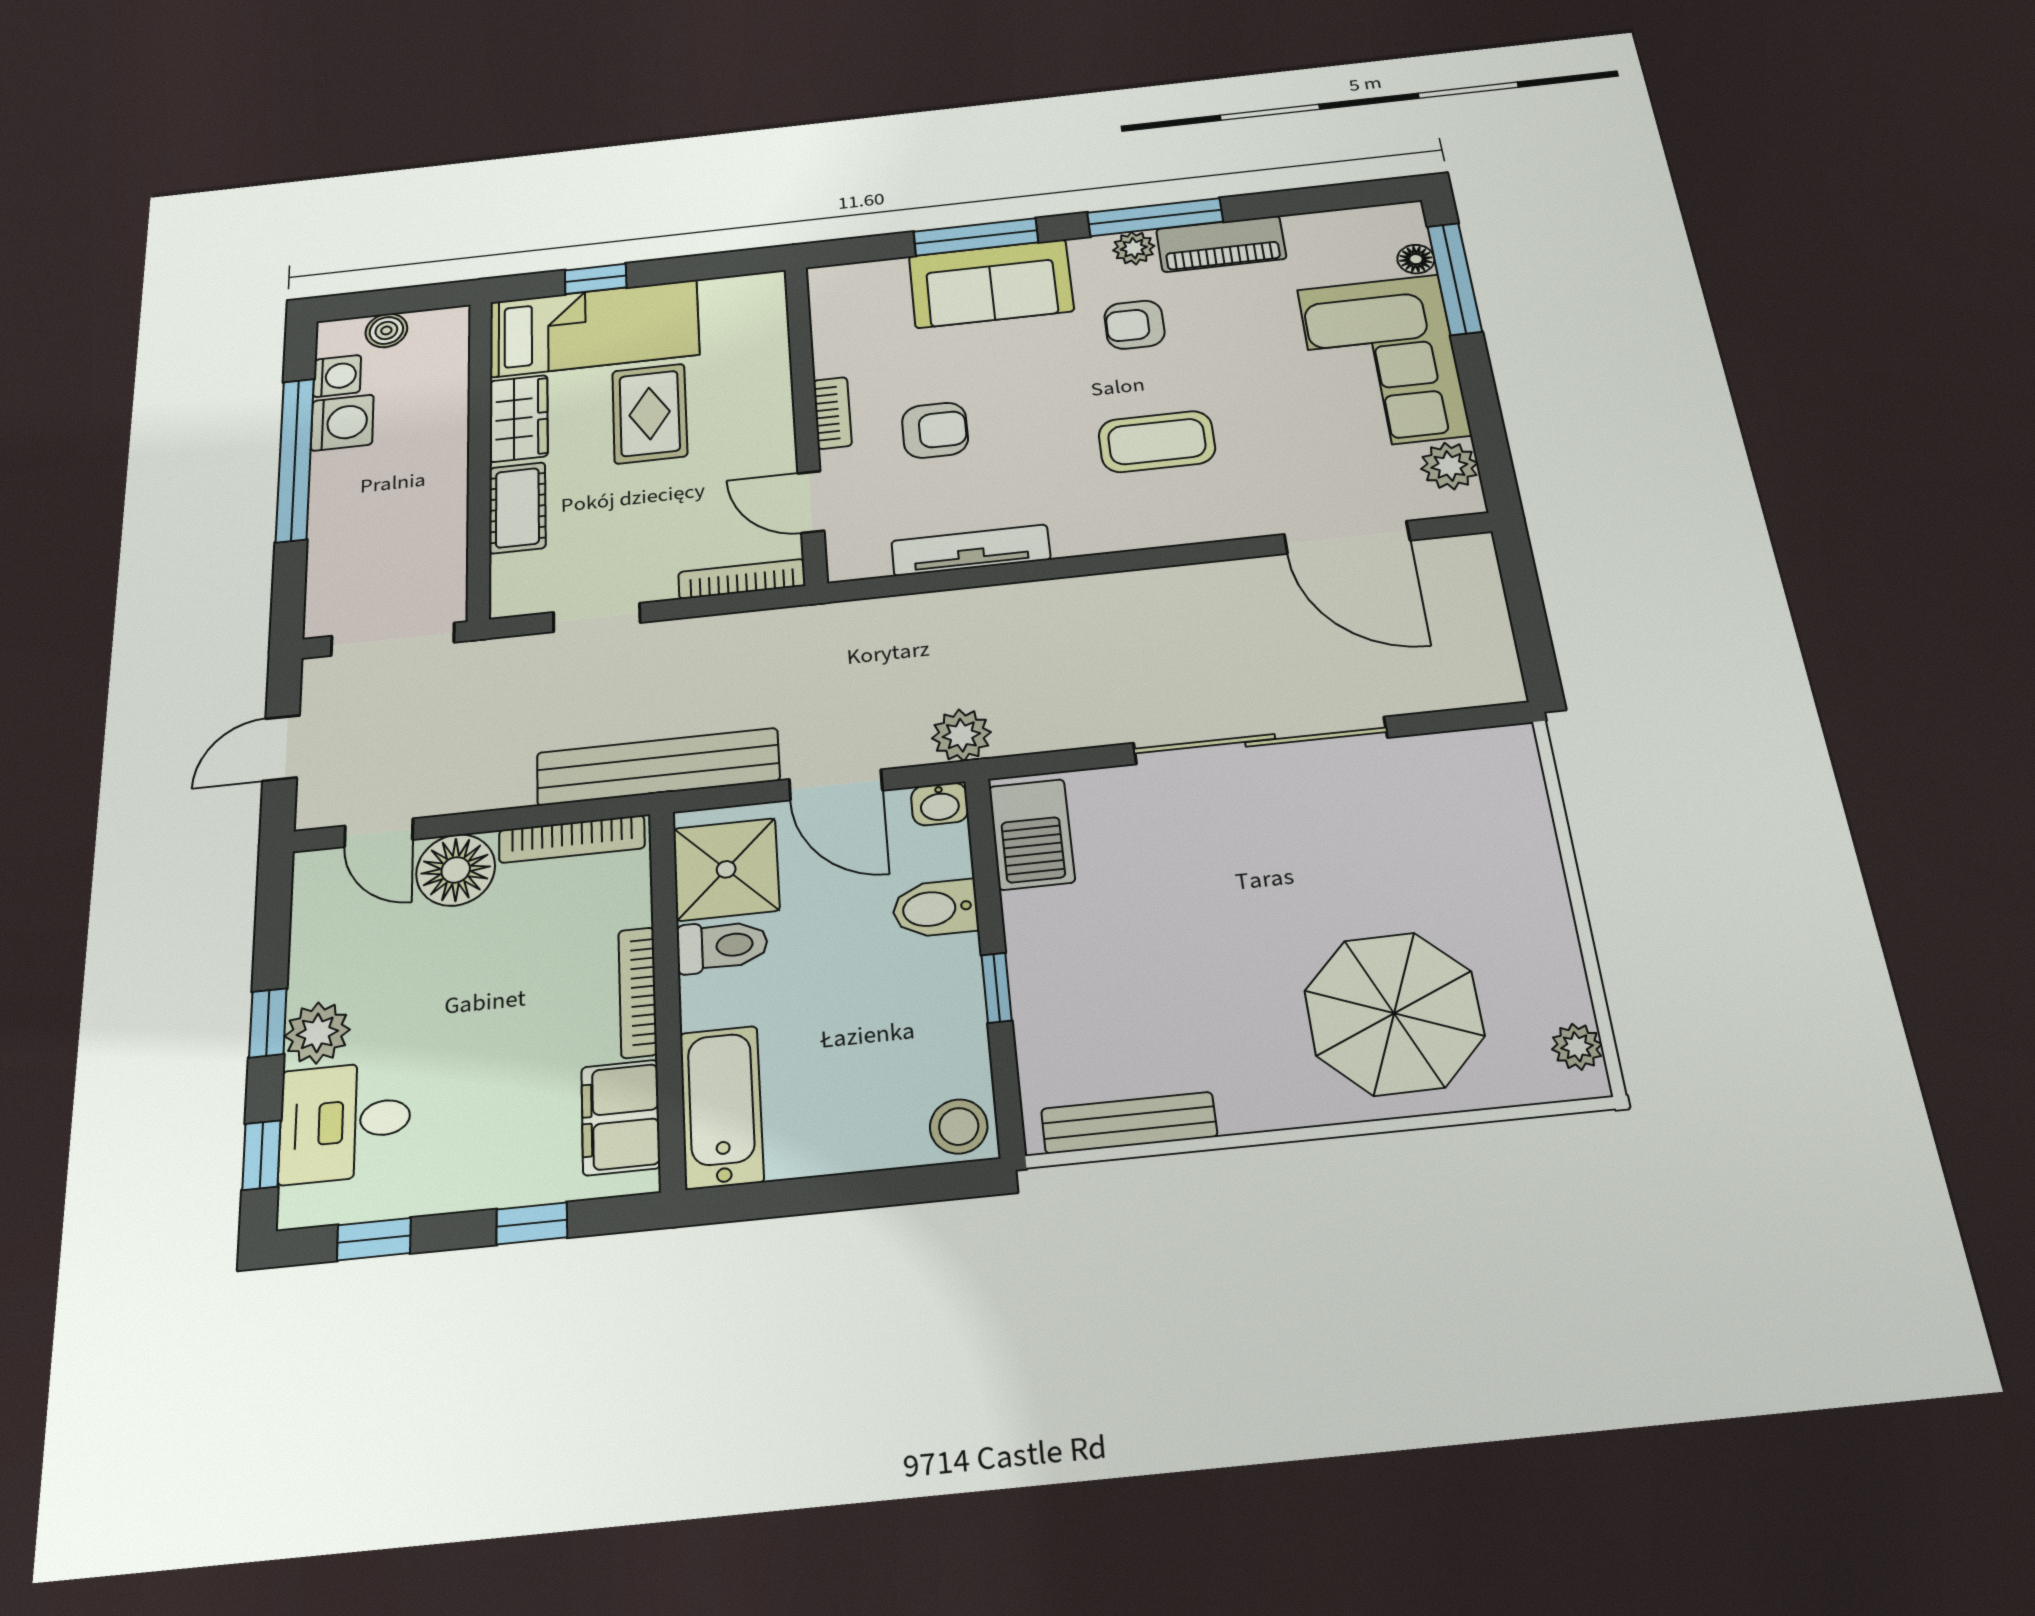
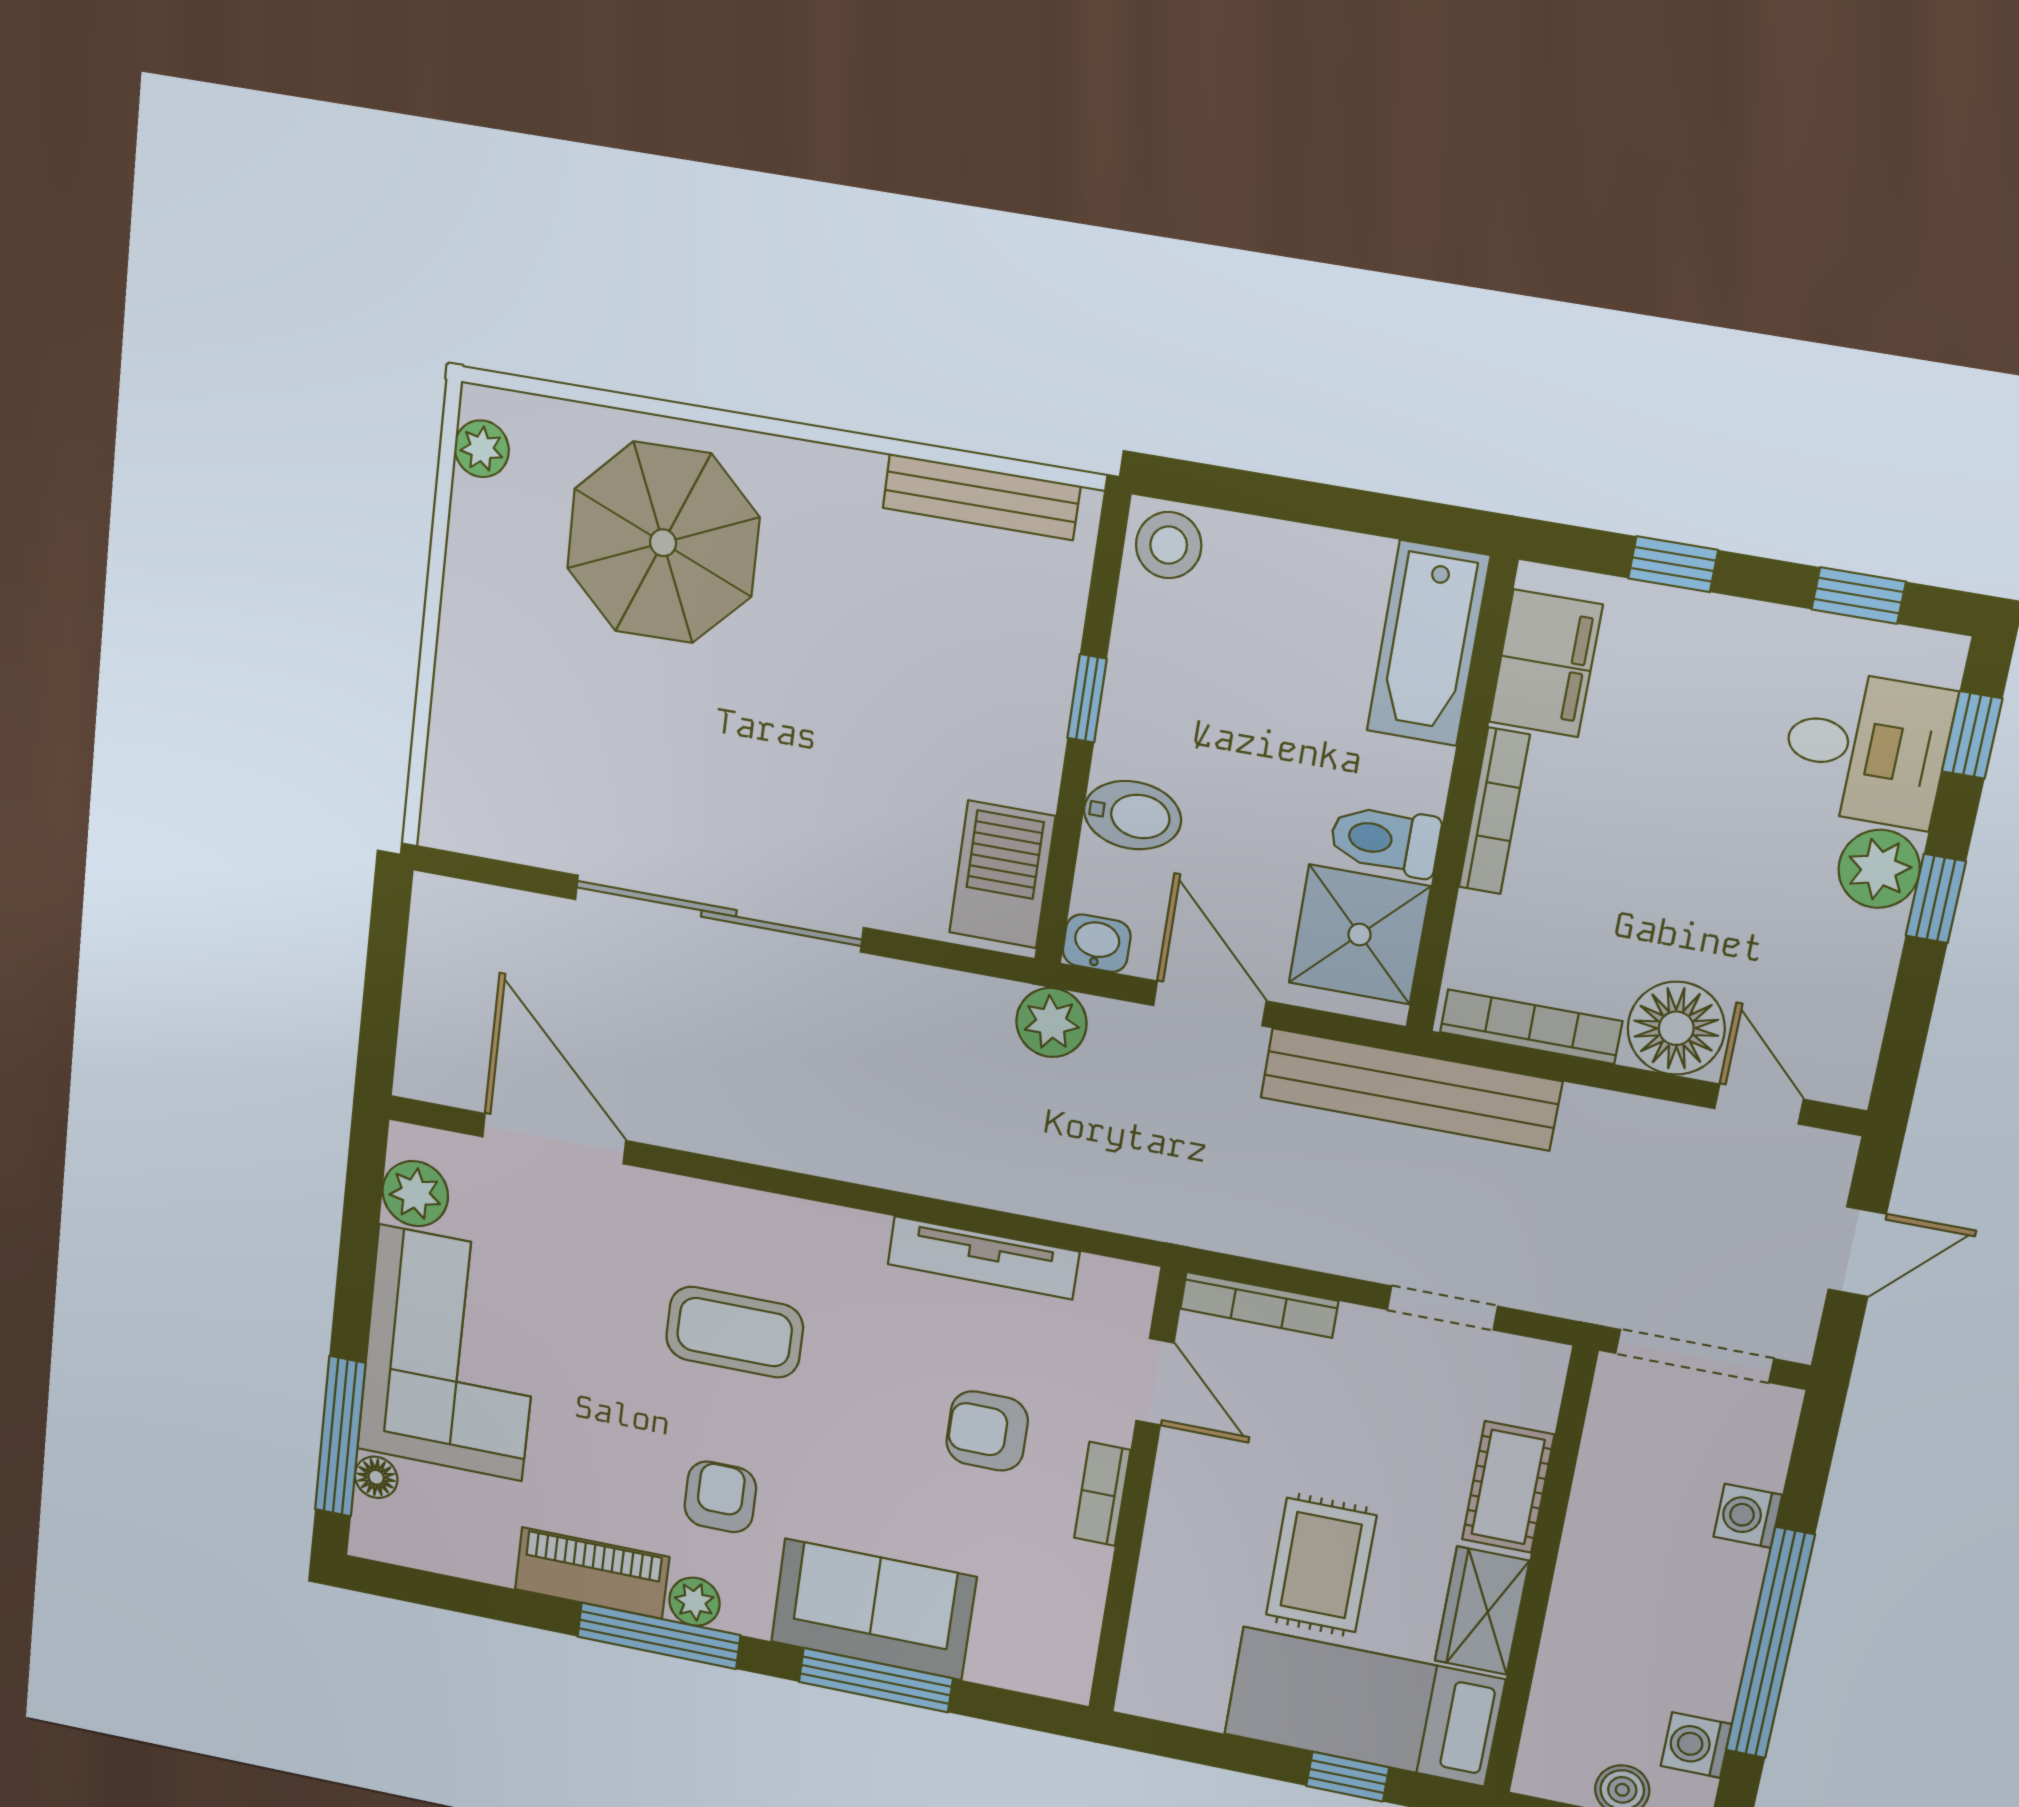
armchair: (1134, 325) -> (720, 1497), turned -90
washing machine: (342, 423) -> (1748, 1516), moved, width x0.73, depth x0.73

